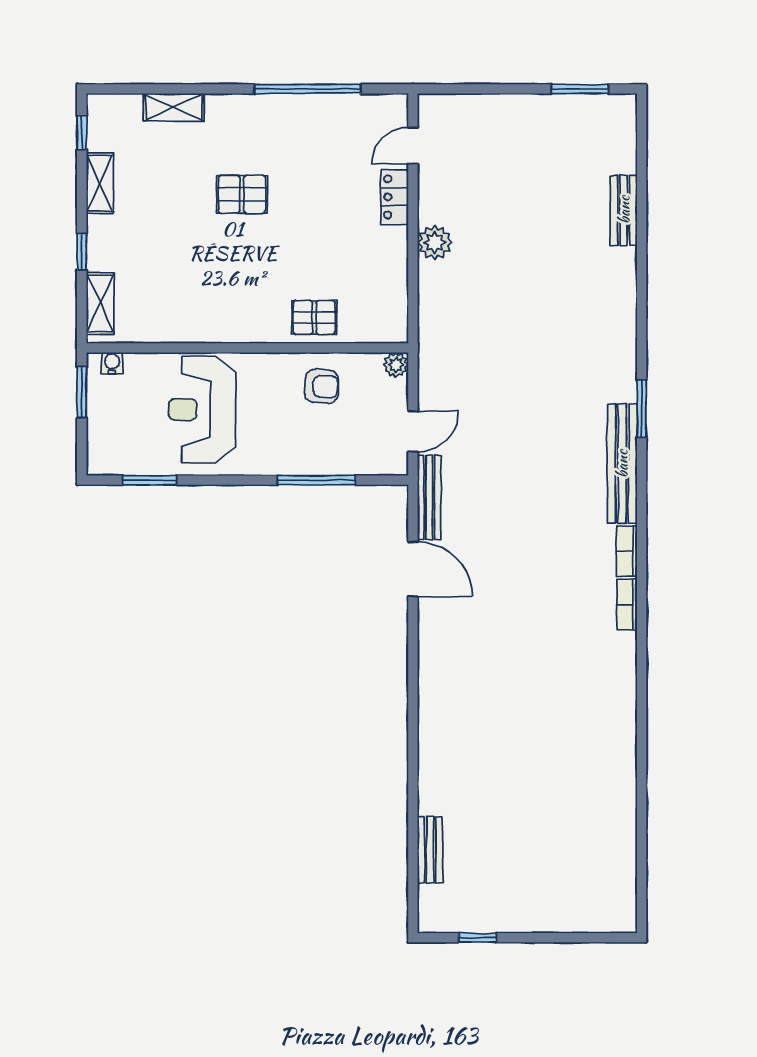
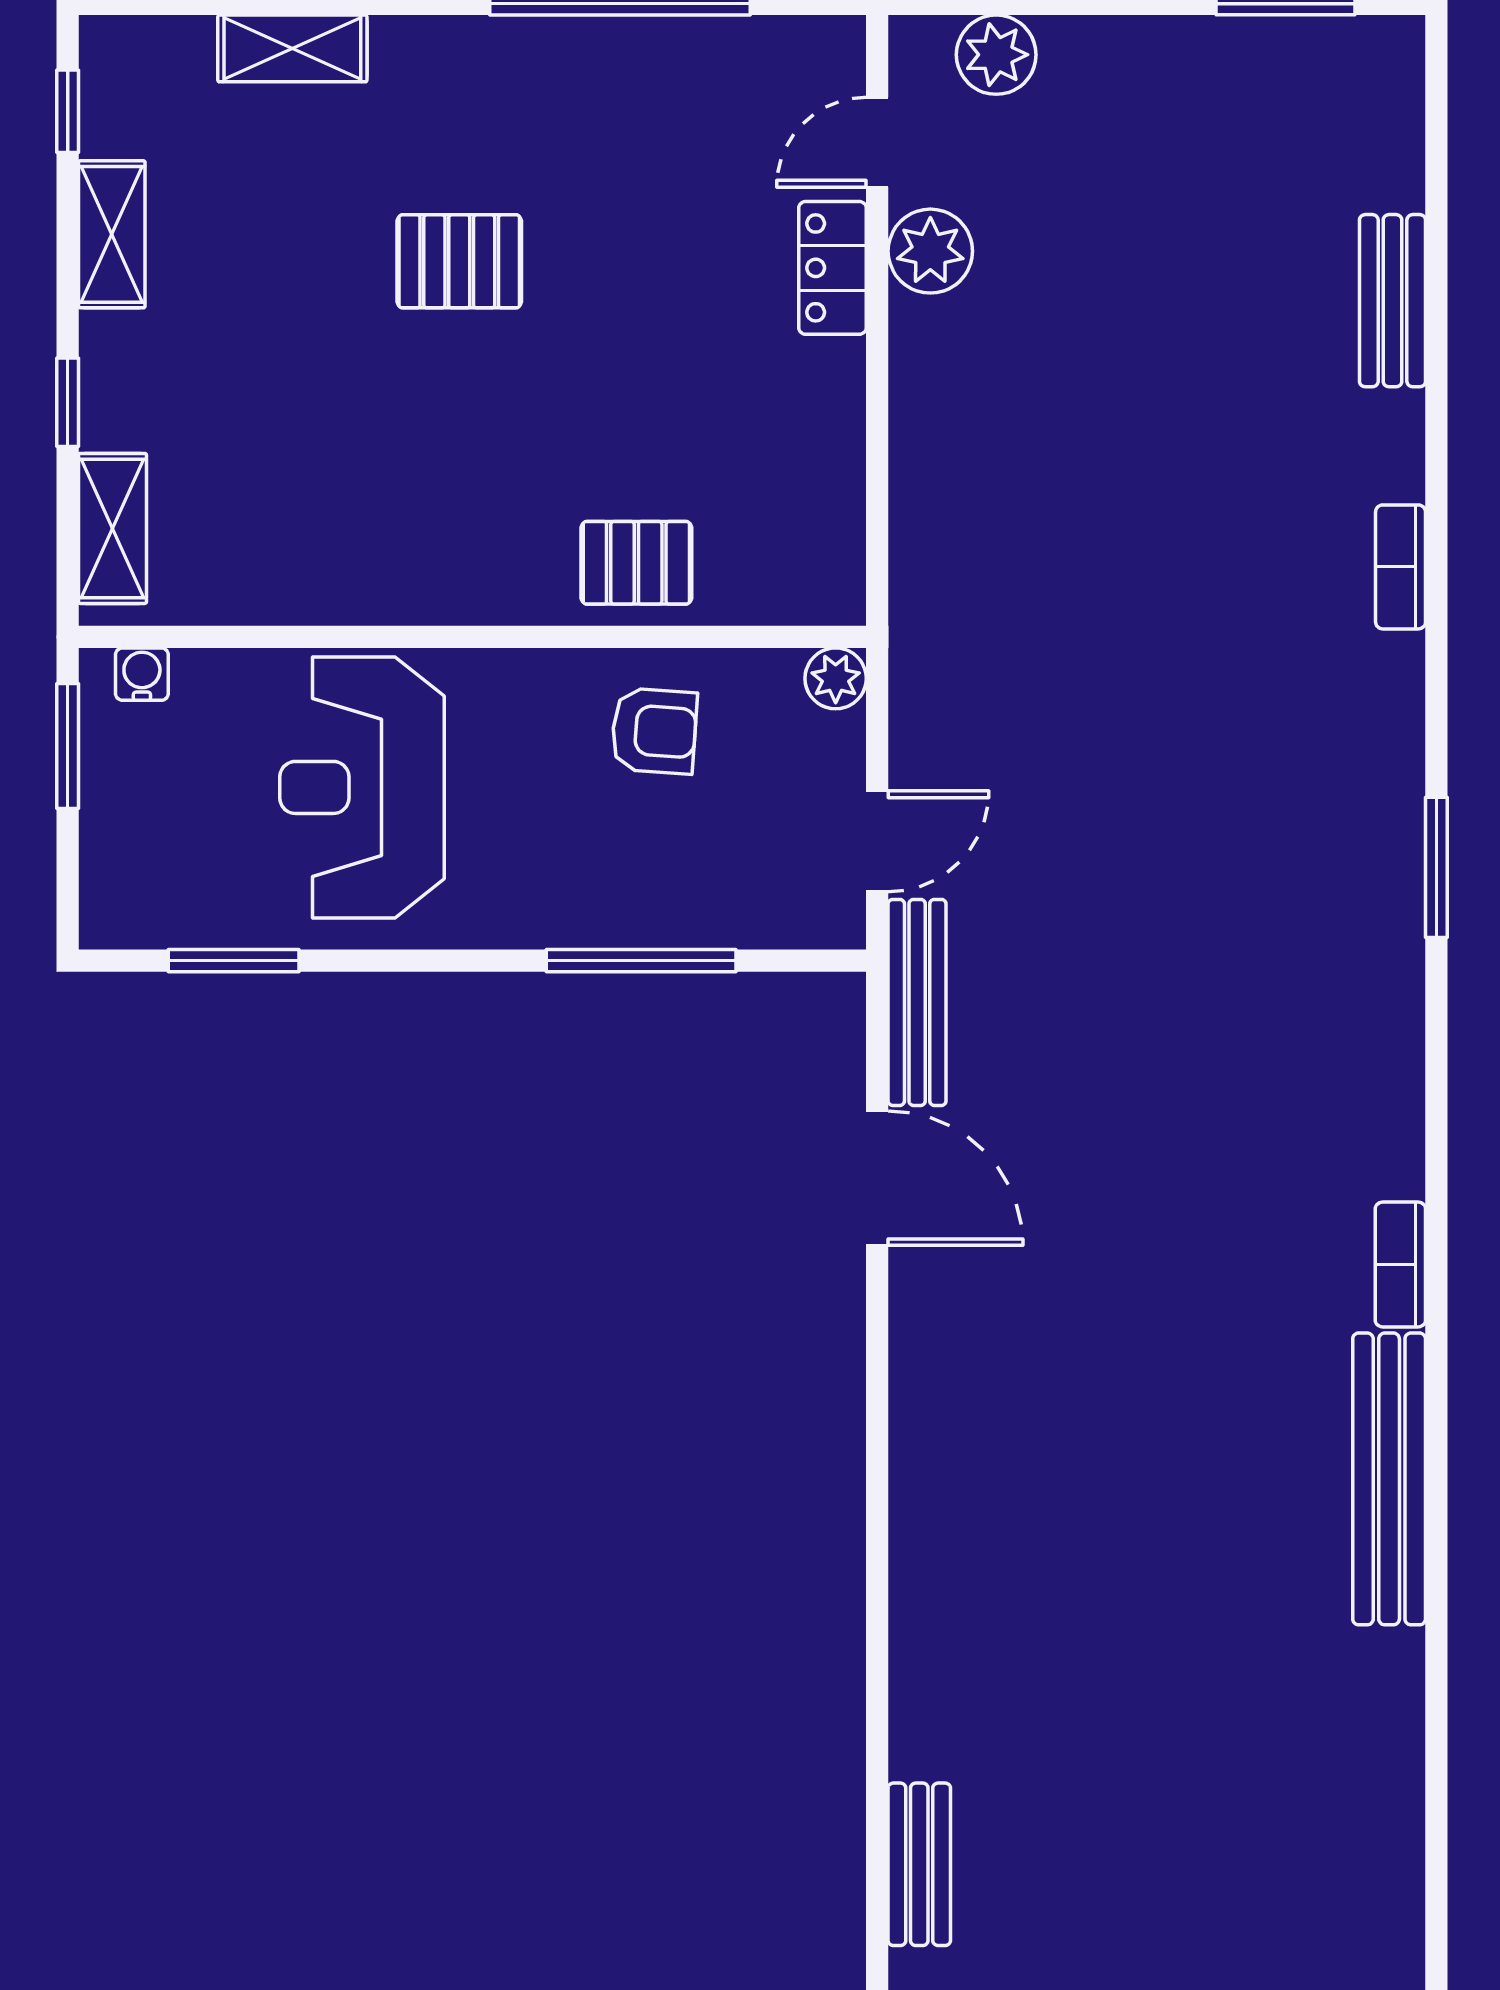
plant: (462, 110) -> (996, 55), added
plant: (435, 242) -> (930, 251), moved
window: (642, 409) -> (1436, 867), moved
bench: (622, 464) -> (1389, 1479), moved
bookcase: (627, 551) -> (1401, 567), moved

